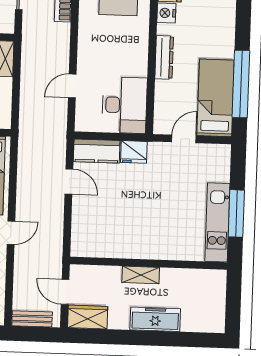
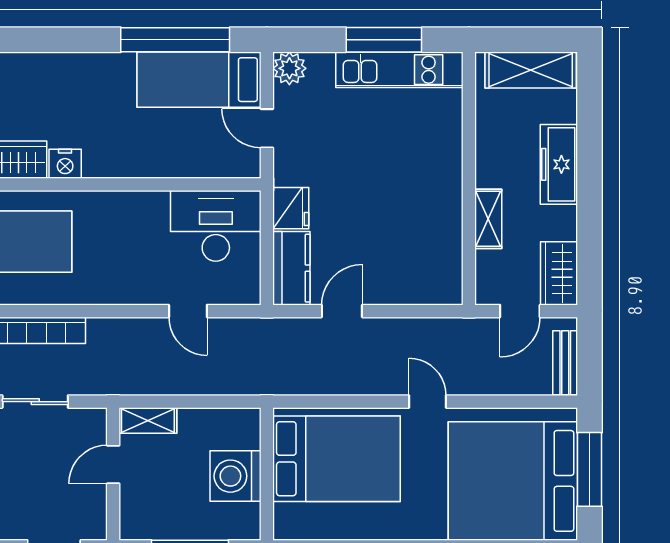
dresser: (164, 57) -> (137, 165), removed
plant: (221, 154) -> (289, 68), added
shelving: (141, 275) -> (488, 219), moved
shelving: (214, 304) -> (531, 70), added

